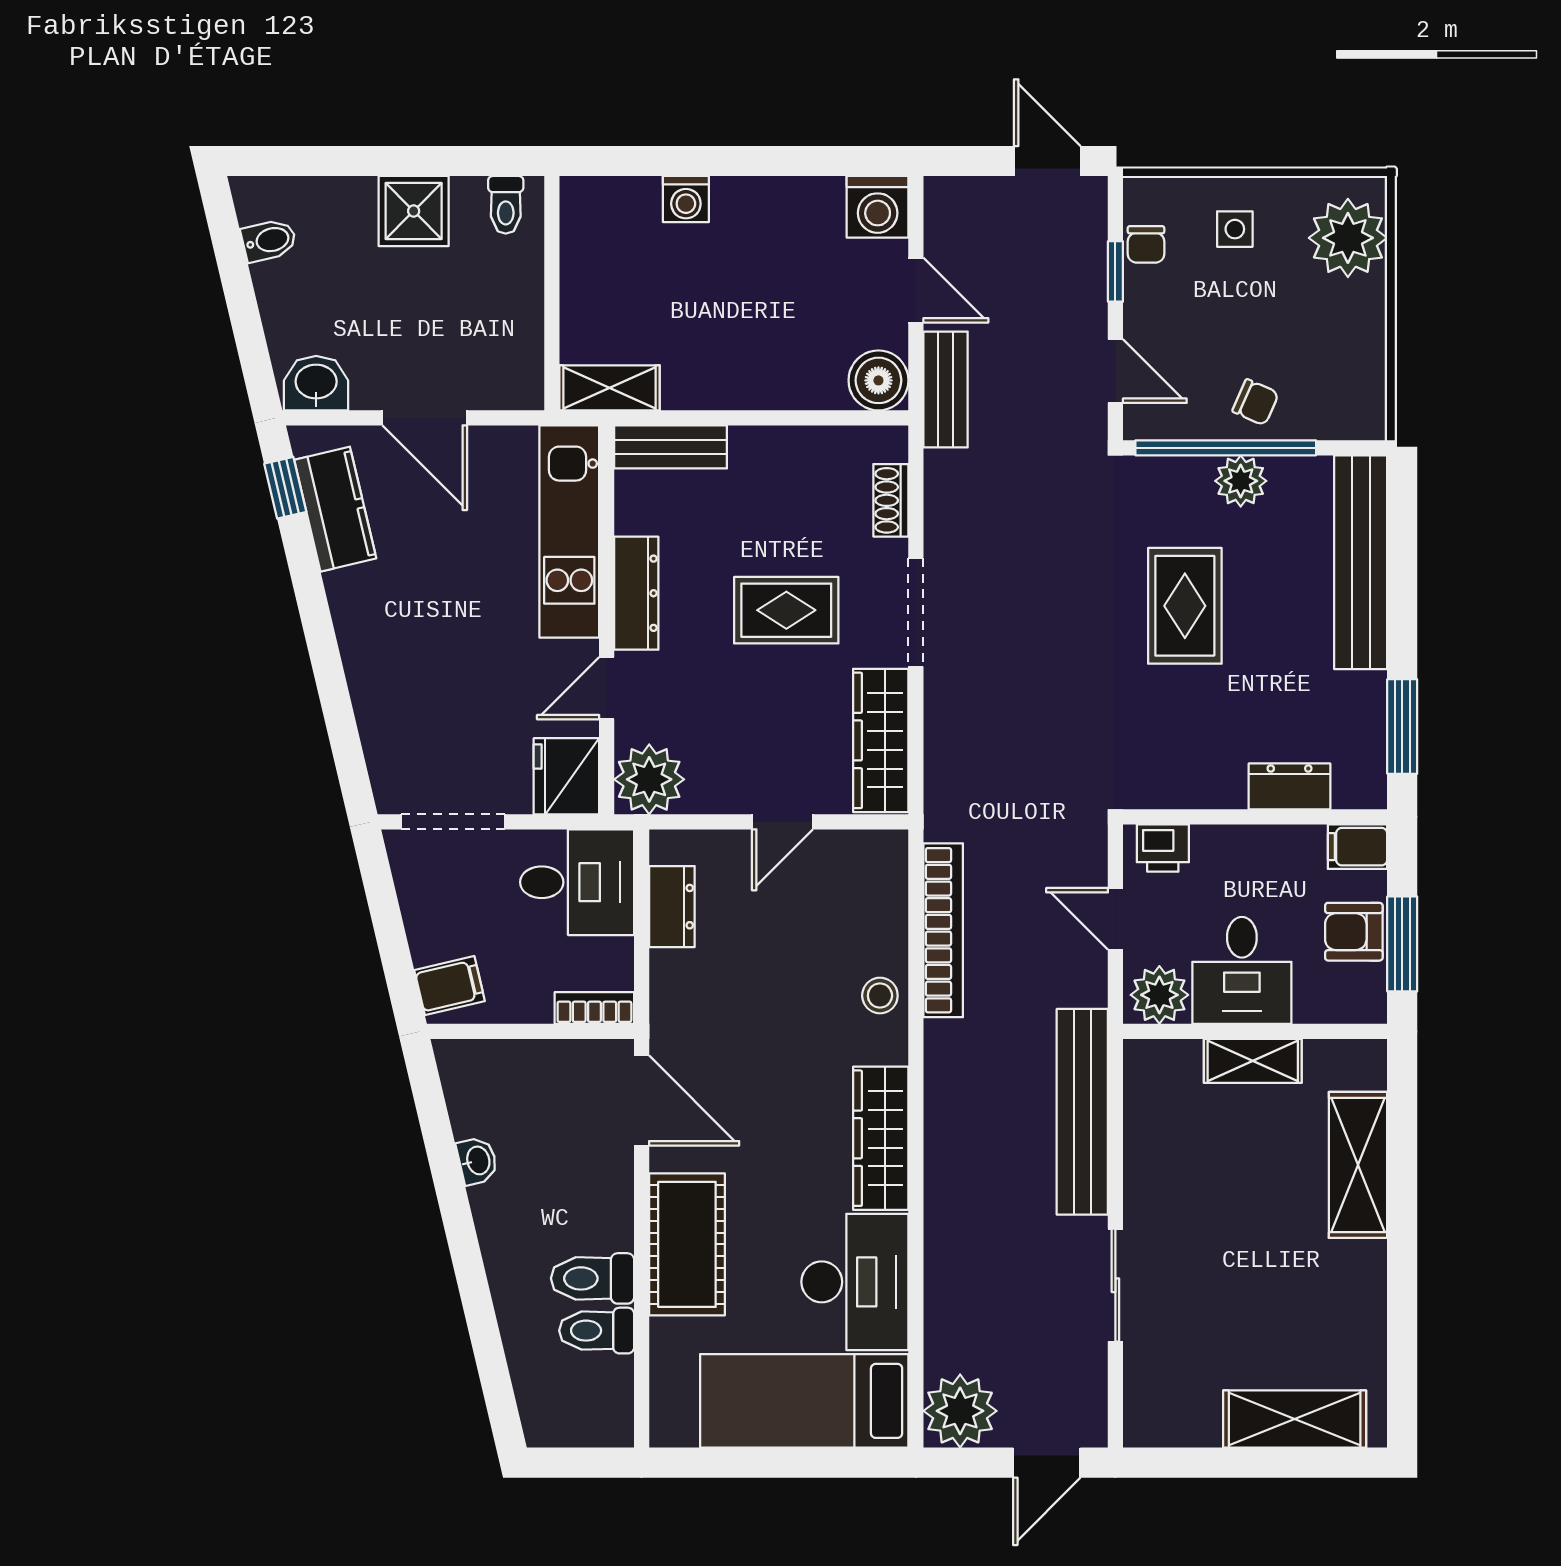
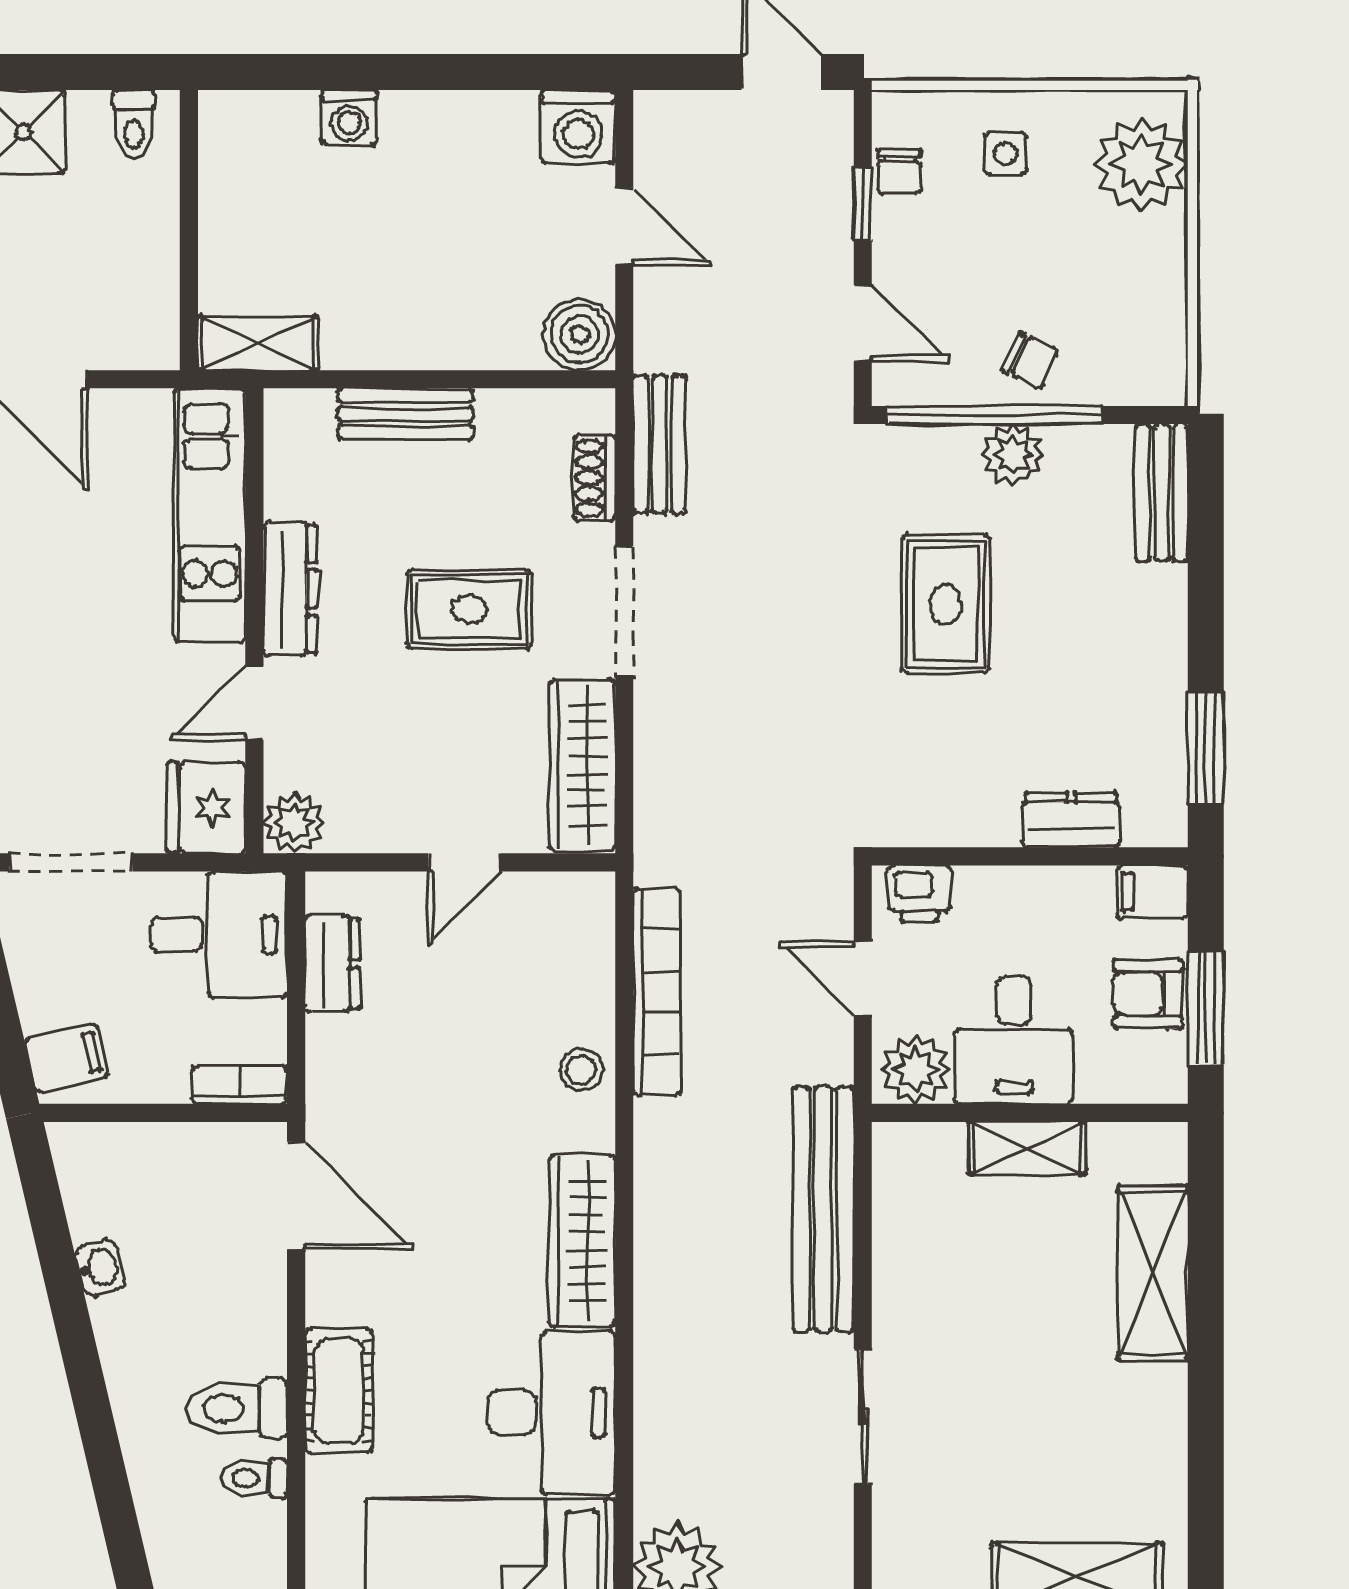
bench: (946, 390) -> (660, 444), moved
bench: (671, 447) -> (406, 414), moved
bench: (1361, 562) -> (1162, 493), width x0.54, depth x0.82
plant: (649, 779) -> (294, 823), width x0.73, depth x0.73
cot: (687, 1244) -> (339, 1391), width x0.73, depth x0.75
toilet: (597, 1331) -> (255, 1478), width x0.73, depth x0.72

